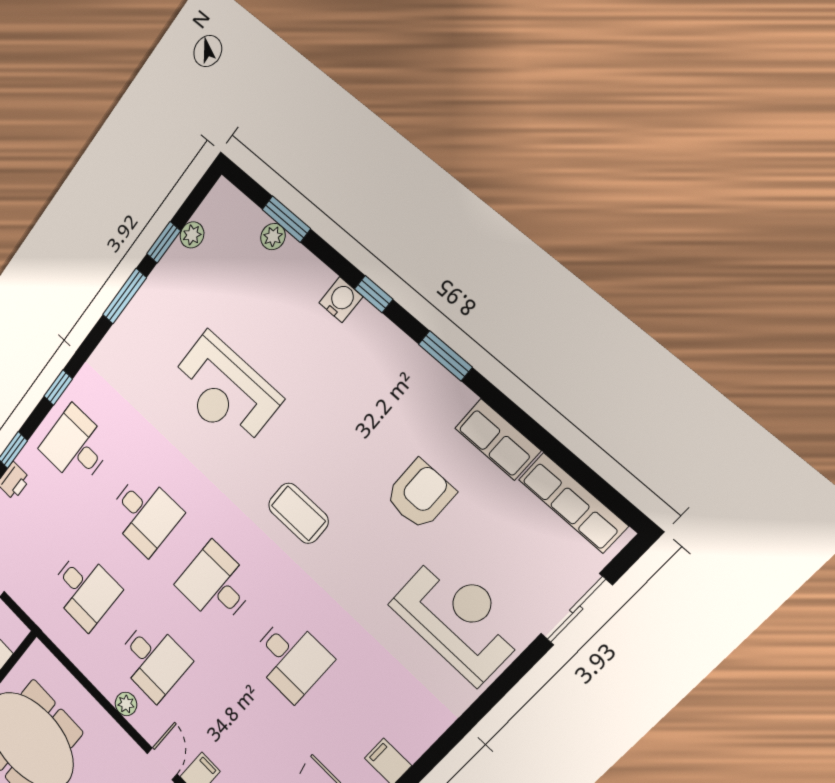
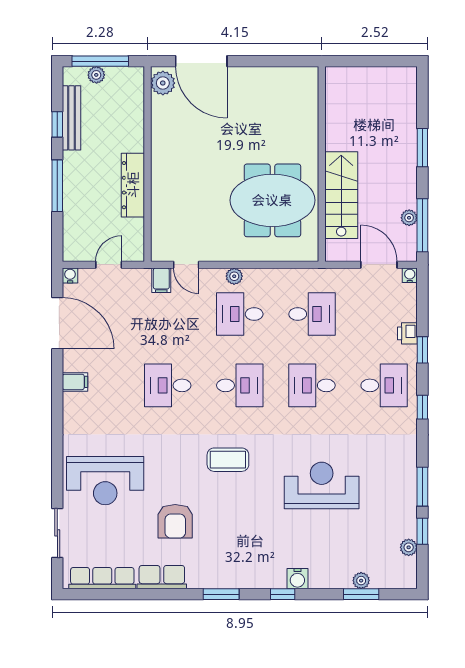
desk: (85, 590) -> (312, 314), turned 180

